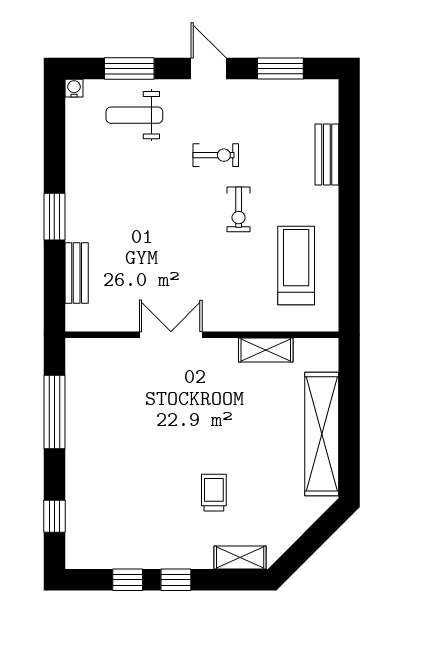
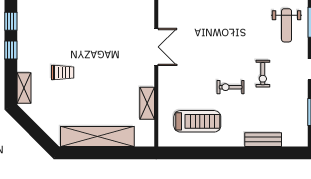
weight bench: (134, 115) -> (287, 25), turned 180

